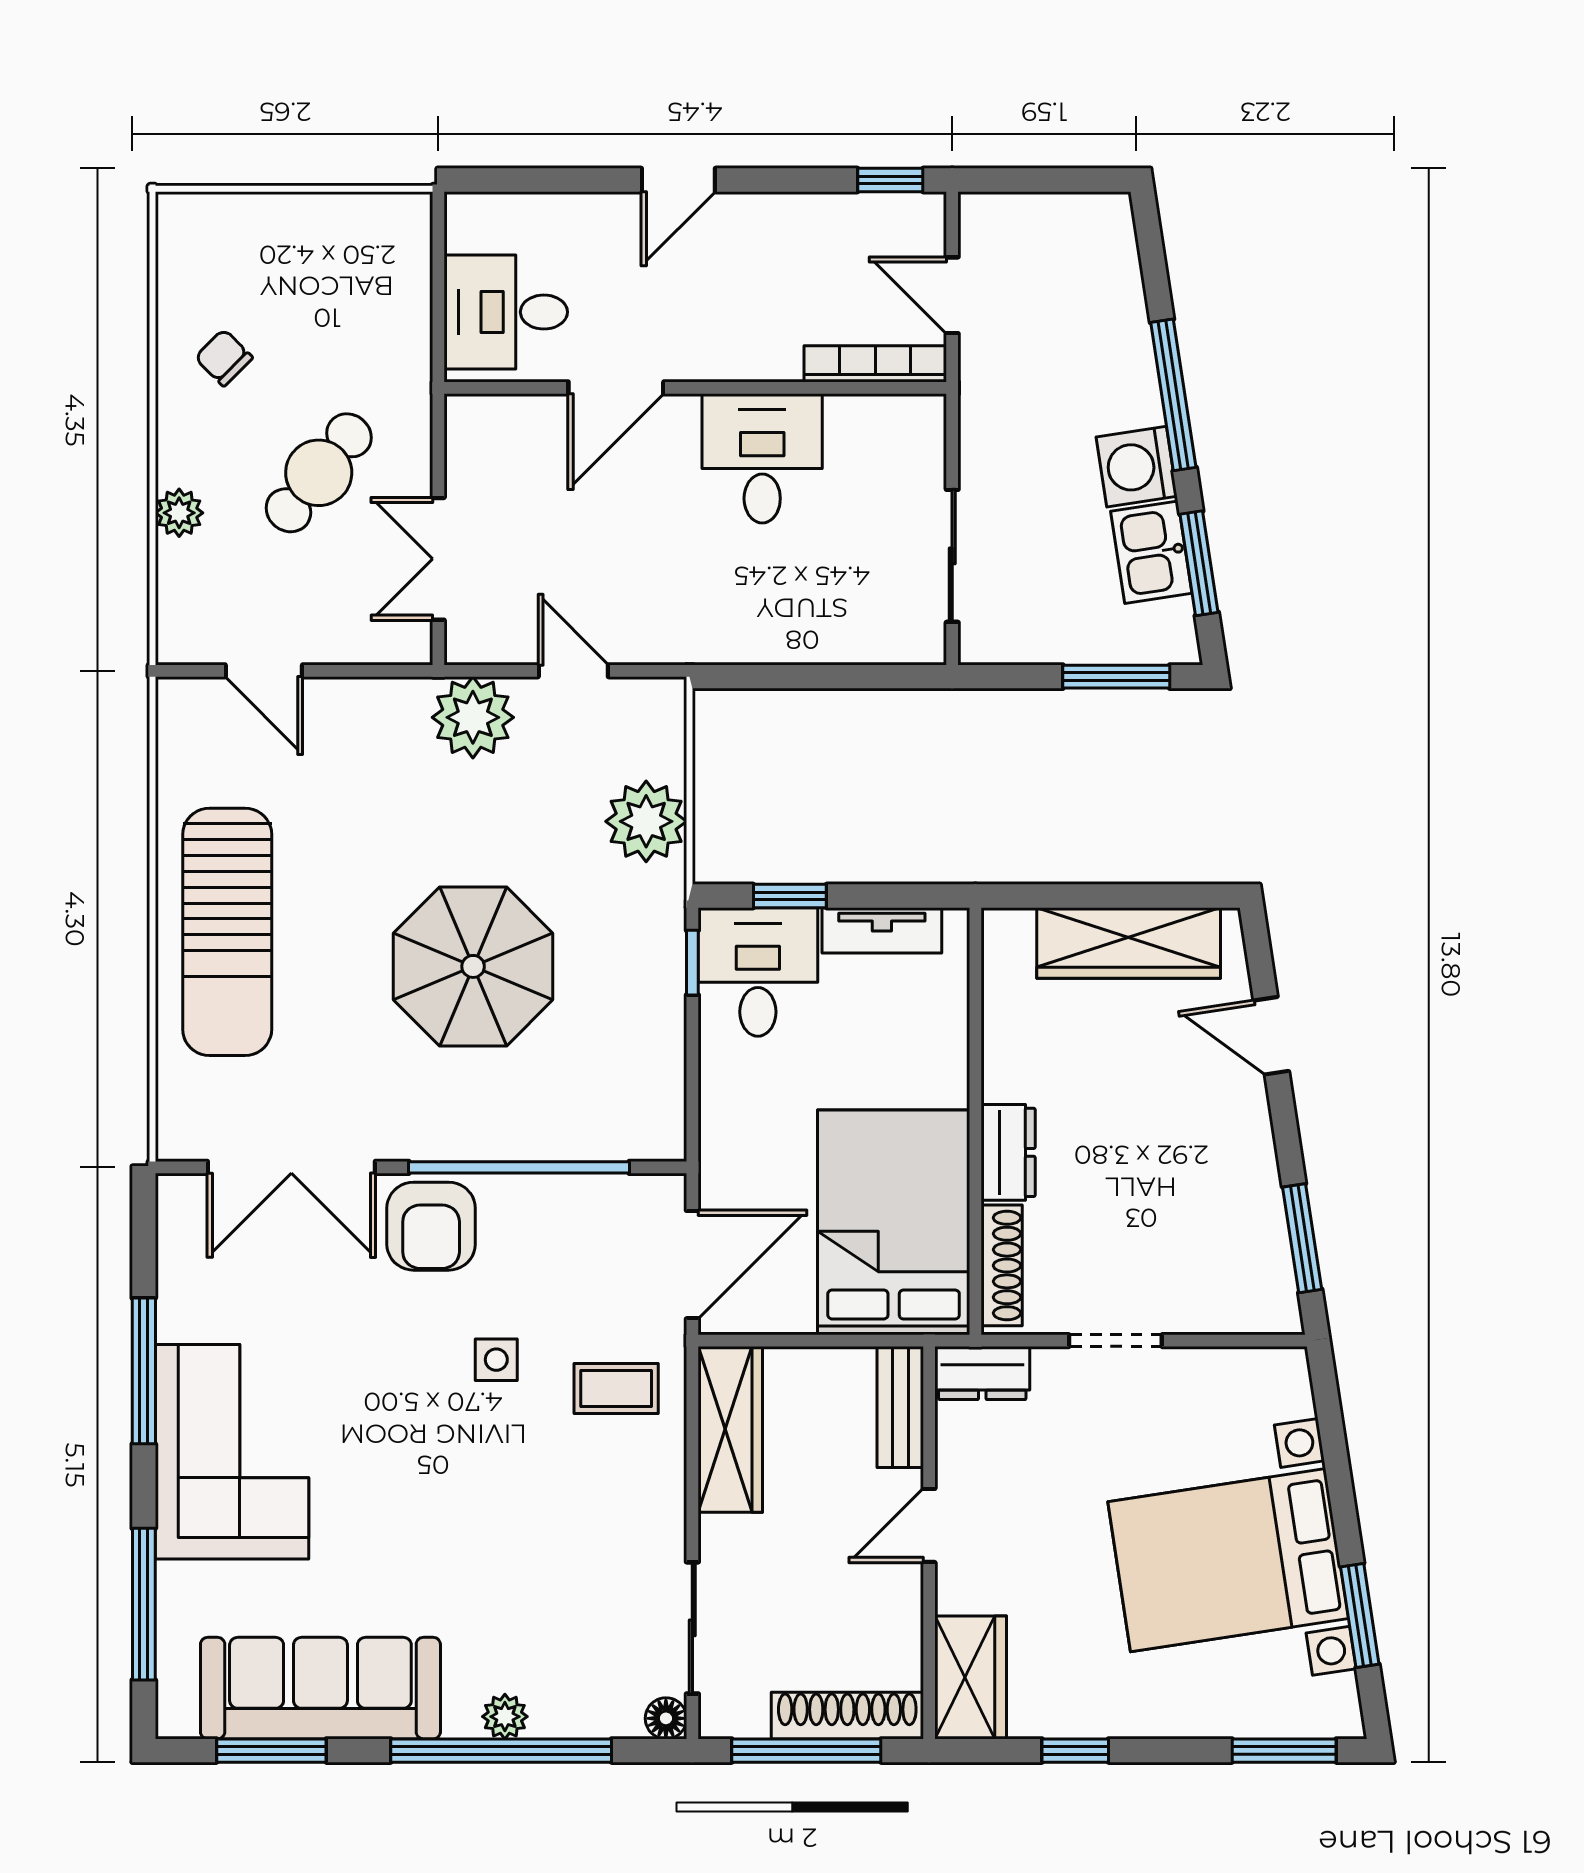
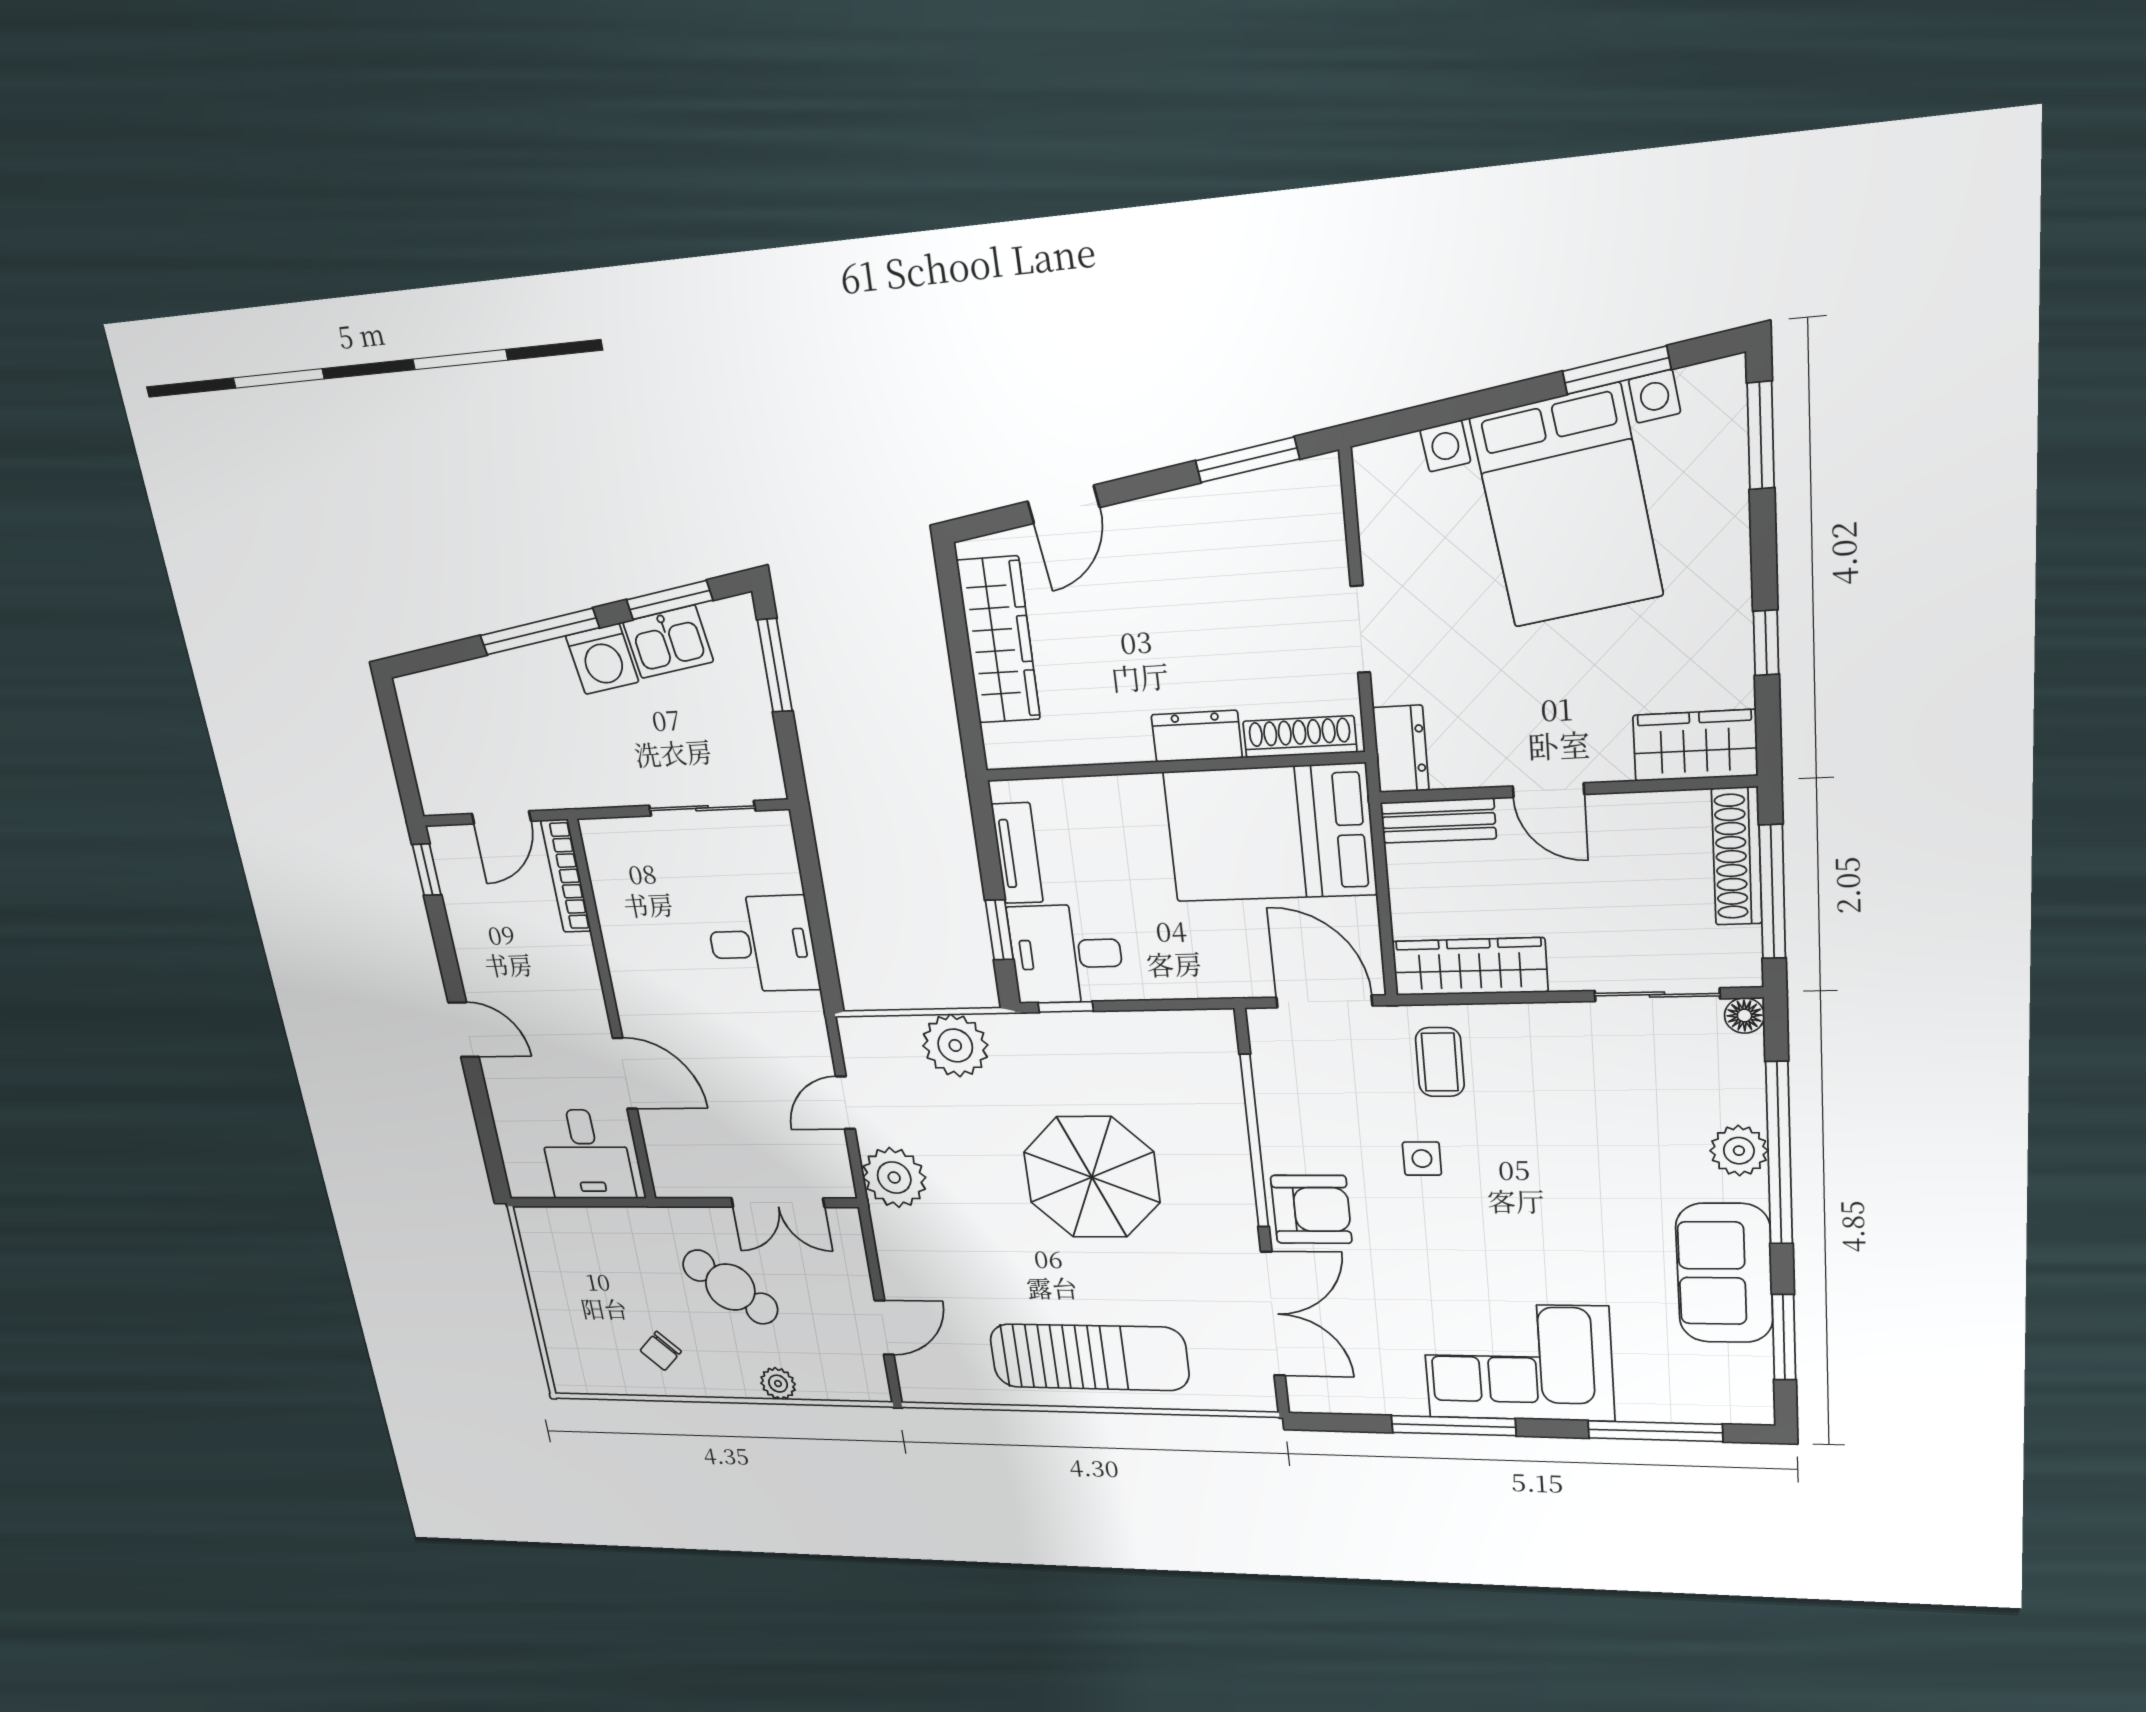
desk: (762, 458) -> (762, 944), moved, turned 180
sofa: (320, 1688) -> (1724, 1273), width x0.73
plant: (505, 1717) -> (1739, 1151), width x1.38, depth x1.38

